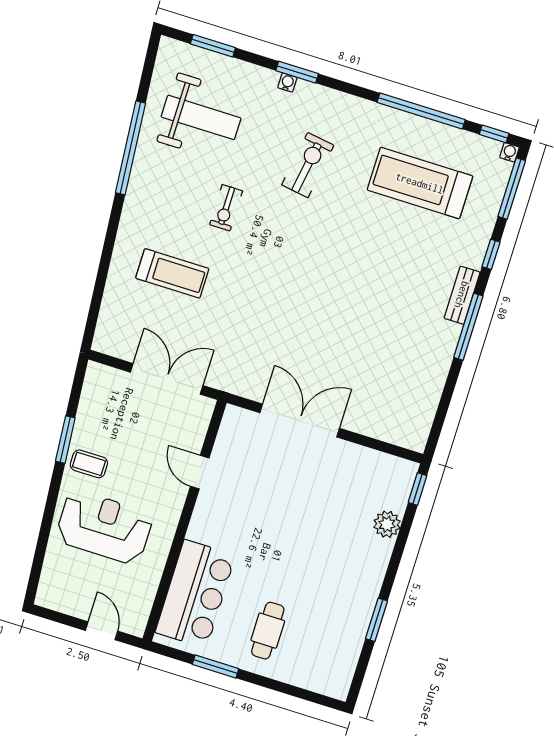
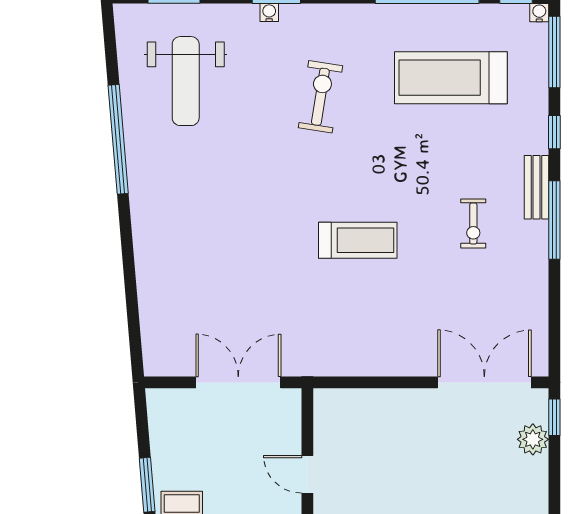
weight bench: (201, 117) -> (186, 81), turned 90
exercise bike: (226, 208) -> (473, 223), moved
treadmill: (172, 273) -> (358, 240), moved
double door: (300, 420) -> (484, 382), moved
plant: (387, 524) -> (533, 439), moved

